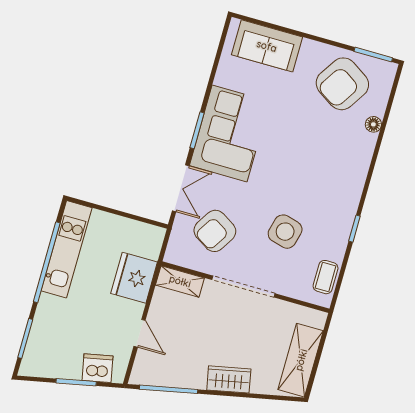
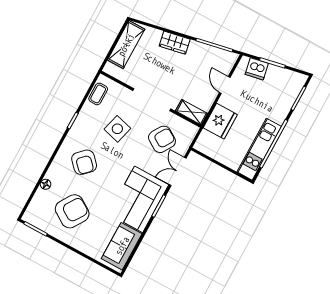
sofa: (267, 46) -> (122, 246), moved, turned -90
armchair: (342, 84) -> (72, 211), moved
armchair: (323, 170) -> (84, 162), added

